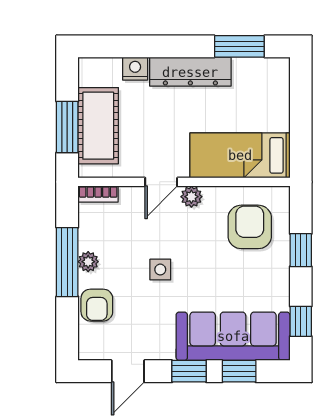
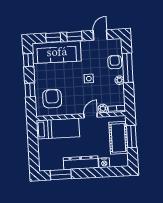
plant: (191, 197) -> (103, 109), moved
armchair: (250, 227) -> (52, 99), turned 180
window: (67, 262) -> (128, 68), moved

